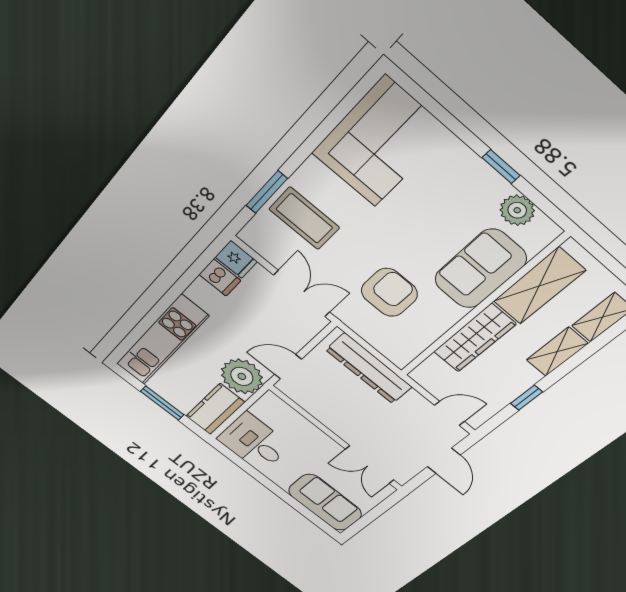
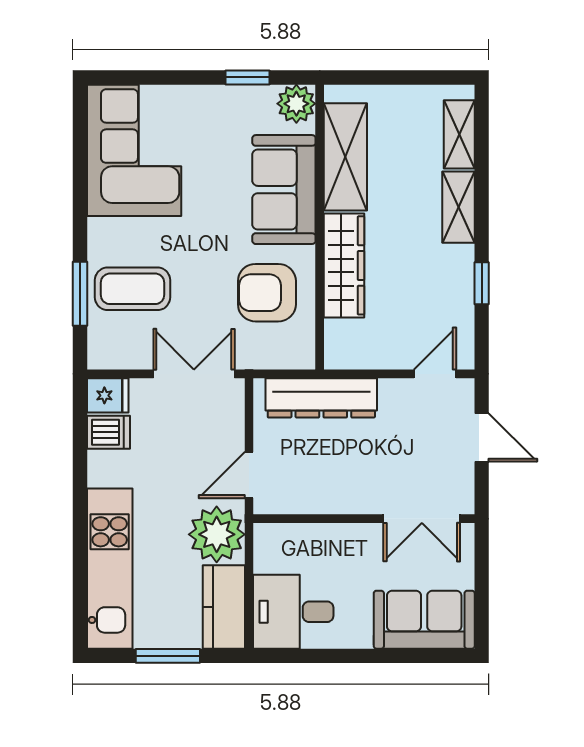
sofa: (480, 269) -> (284, 190), moved
shelving: (539, 286) -> (345, 157), moved
armchair: (389, 292) -> (267, 293), turned -90
wall: (481, 307) -> (320, 227), moved
wardrobe: (475, 338) -> (344, 265), moved

